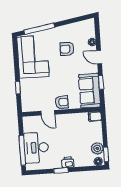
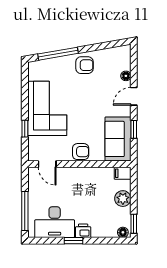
armchair: (67, 49) -> (84, 65), moved, turned 180
corner sofa: (33, 57) -> (47, 108), moved
door: (99, 57) -> (134, 96), hinge flipped
door: (48, 113) -> (47, 164), moved
desk: (36, 148) -> (55, 222), moved, turned -90
plant: (97, 148) -> (123, 199), moved

